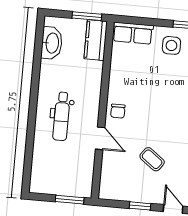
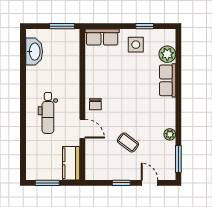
kitchen counter: (96, 40) -> (71, 163), moved
window: (70, 200) -> (47, 183), moved

